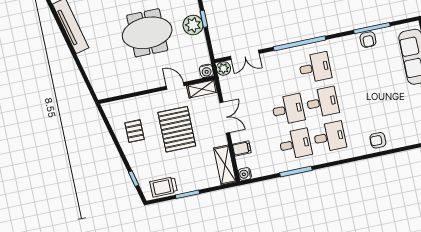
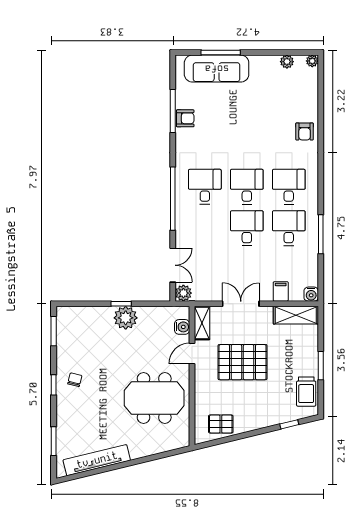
meeting table: (147, 33) -> (154, 398), moved, turned 90
water cooler: (206, 71) -> (182, 327), moved
pallet: (135, 131) -> (221, 424), moved

